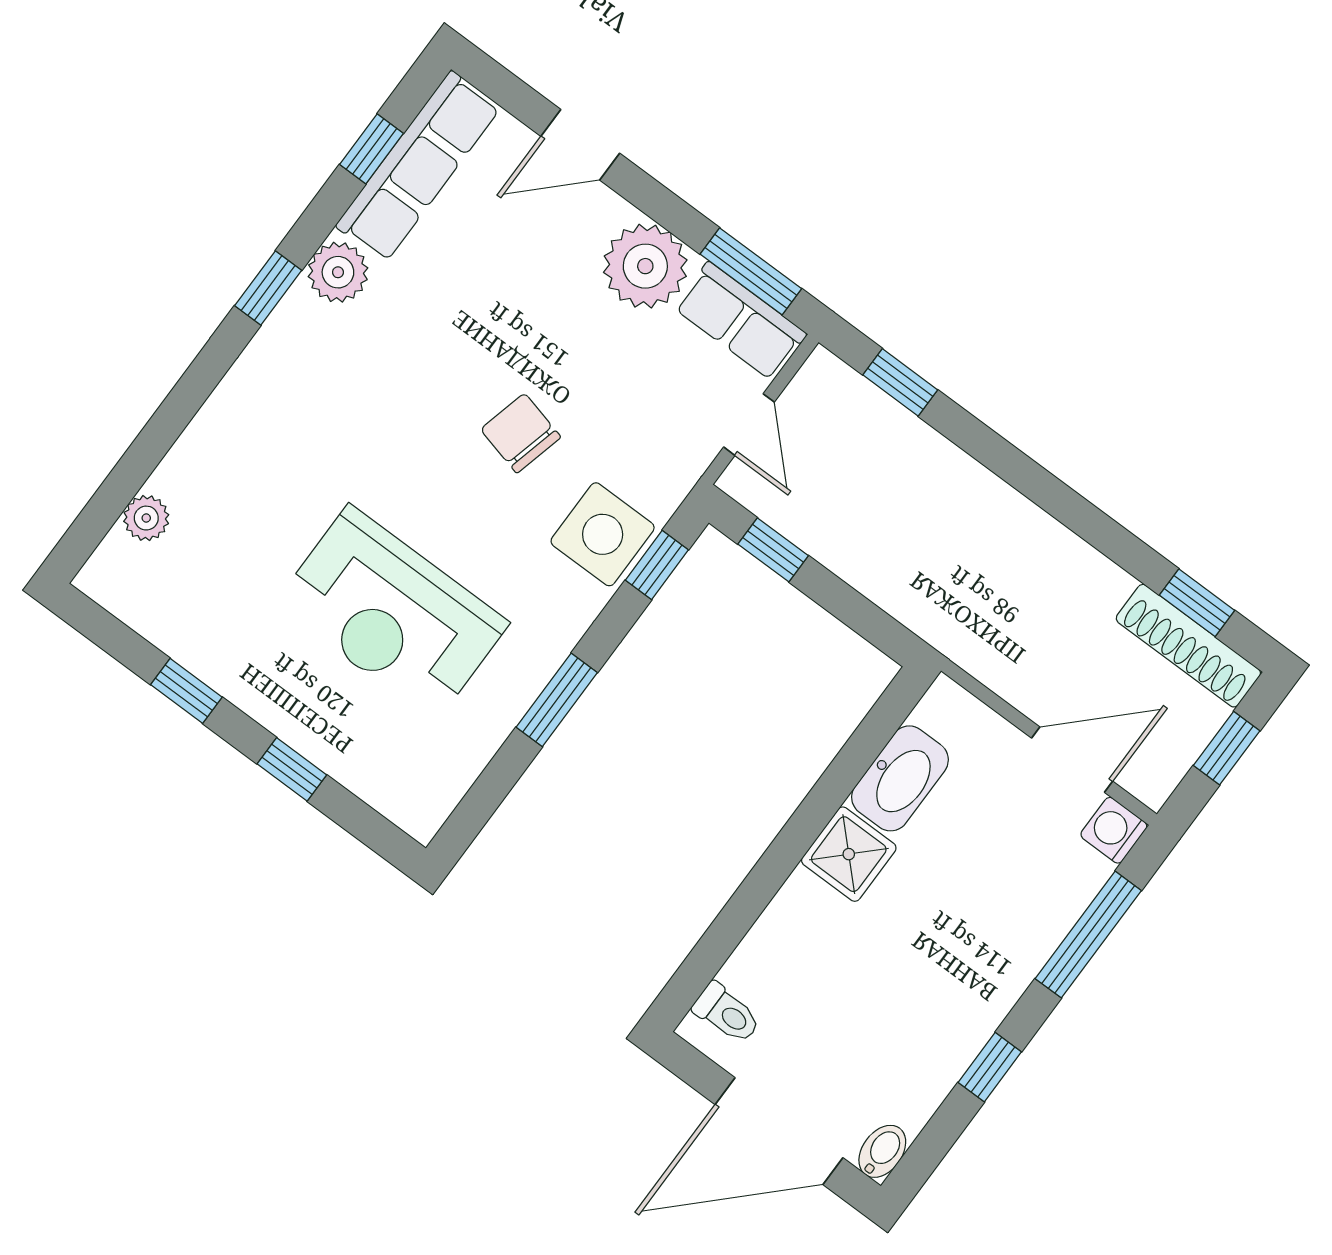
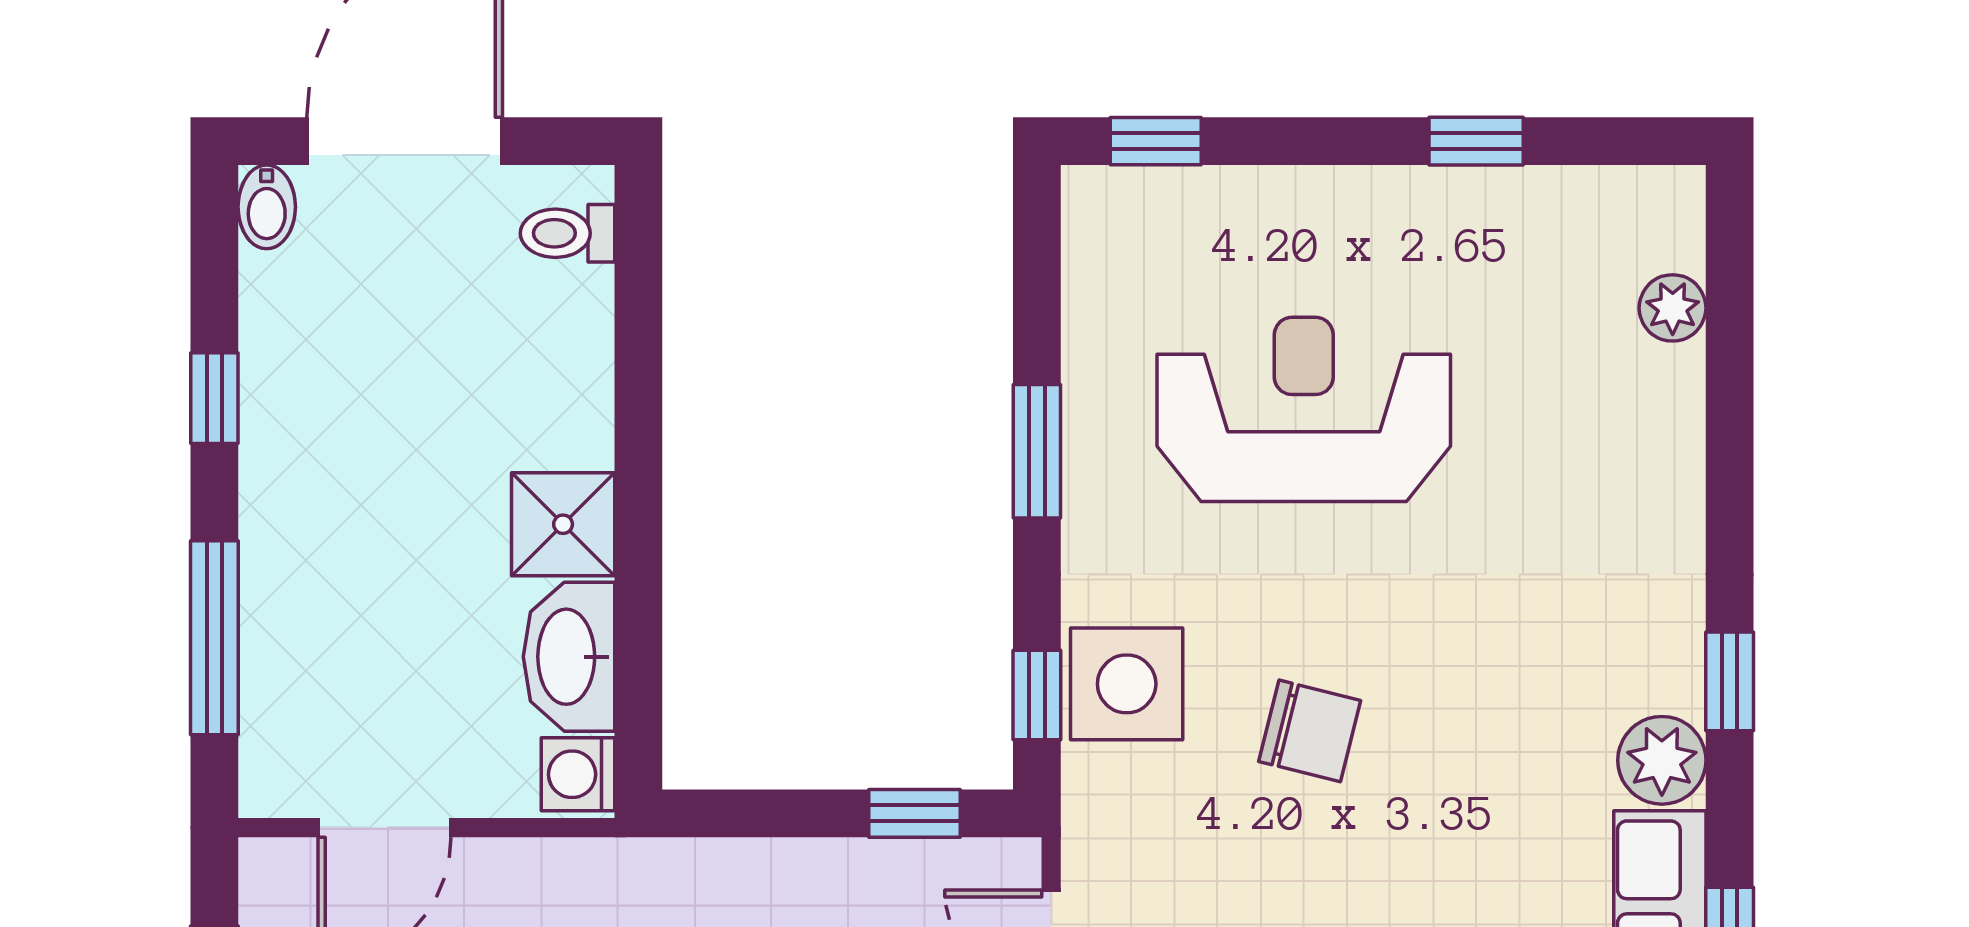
window: (292, 769) -> (1156, 141), moved
washing machine: (1114, 830) -> (578, 774), moved, turned 180

